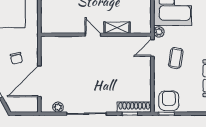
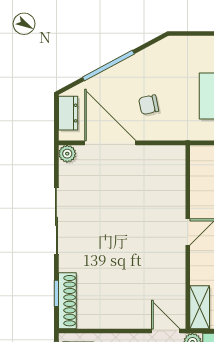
shelving: (117, 28) -> (200, 307), moved
dresser: (21, 107) -> (68, 113), added
plant: (58, 107) -> (67, 154), moved

